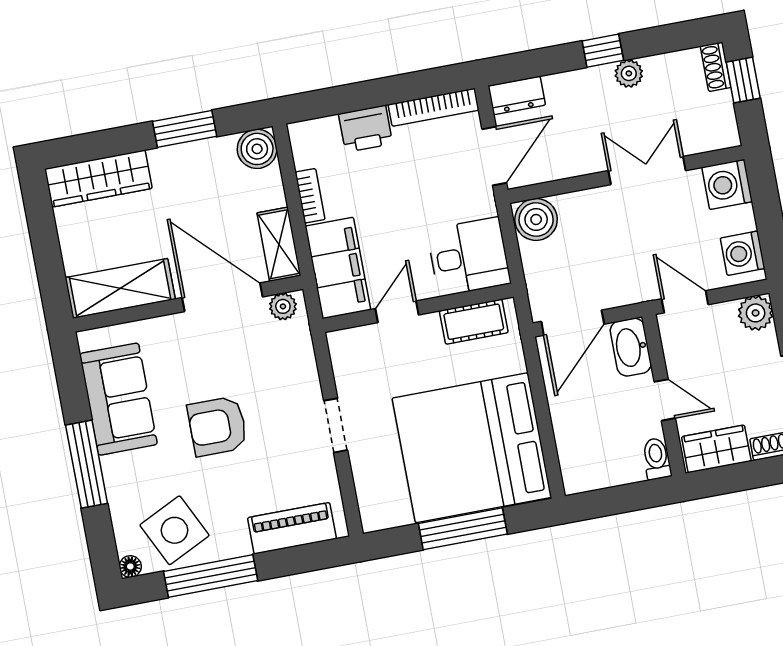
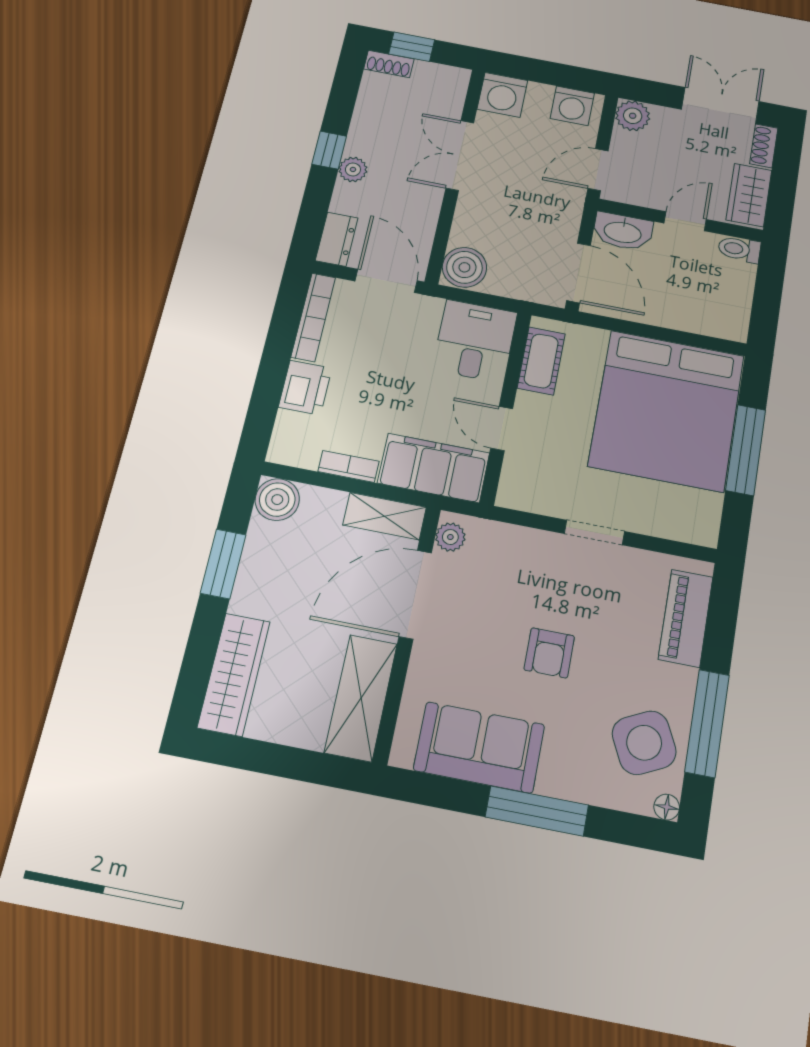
plant: (629, 73) -> (353, 169), moved
armchair: (217, 426) -> (549, 653), width x0.72, depth x0.72

